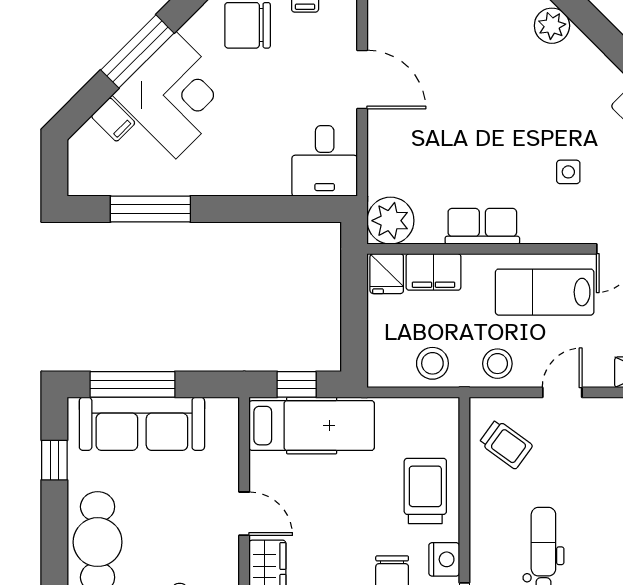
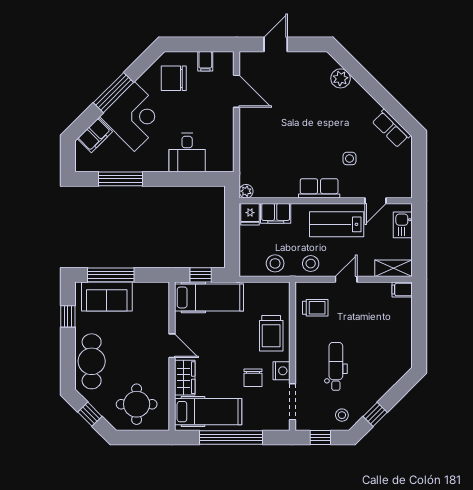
door: (362, 80) -> (237, 91), moved
filing cabinet: (113, 120) -> (95, 135), width x2.00
desk: (325, 161) -> (187, 152), moved
plant: (390, 221) -> (246, 191), width x0.53, depth x0.53
row of seats: (482, 226) -> (319, 188), moved
sofa: (142, 424) -> (107, 297), width x0.73
trolley: (506, 444) -> (315, 308), turned -36
trolley: (425, 491) -> (271, 333), turned 180

